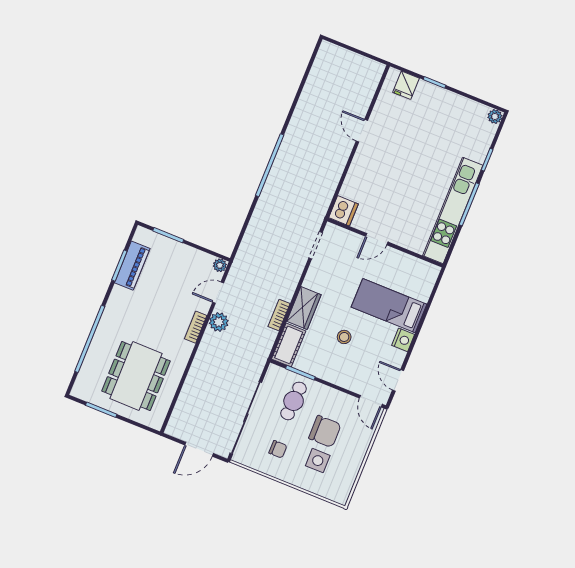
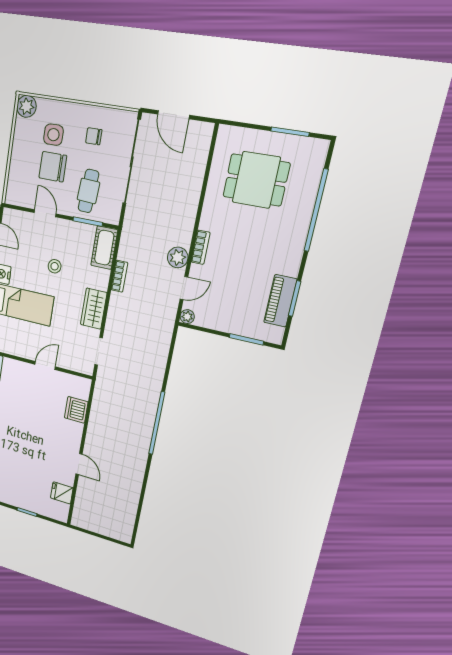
fridge: (406, 85) -> (62, 493), moved, turned -90
dishwasher: (344, 211) -> (76, 410), moved
wardrobe: (304, 308) -> (94, 309), moved
dining table: (136, 376) -> (256, 180), width x0.73
door: (371, 401) -> (45, 213), moved
door: (199, 449) -> (174, 115), swing flipped
plant: (339, 493) -> (26, 106), added

